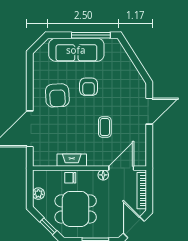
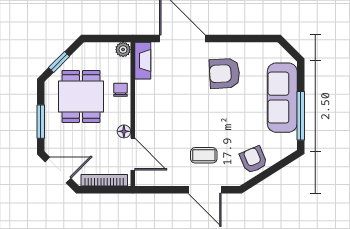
armchair: (89, 87) -> (253, 160), moved, turned 67
coffee table: (105, 127) -> (204, 155), moved
fireplace: (72, 160) -> (143, 61), moved
plant: (38, 194) -> (123, 50), moved

